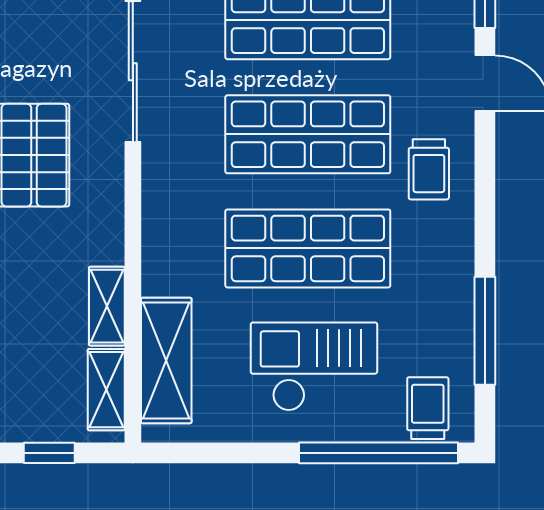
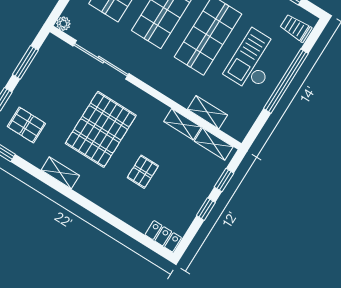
shelving: (166, 360) -> (207, 112), width x0.67, depth x0.75
window: (379, 453) -> (286, 81), moved

